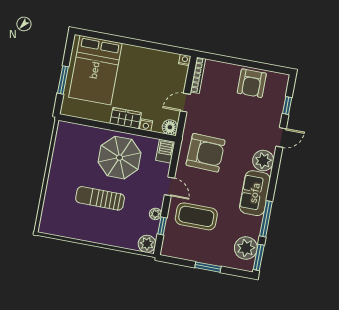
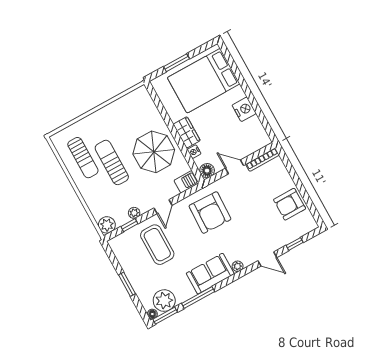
nightstand: (185, 60) -> (244, 109), moved, width x1.89, depth x1.79
plant: (263, 161) -> (238, 266), width x0.53, depth x0.53
sun lounger: (77, 218) -> (83, 158), added
floor lamp: (249, 267) -> (152, 314), added

